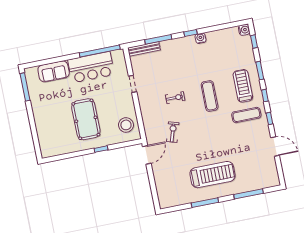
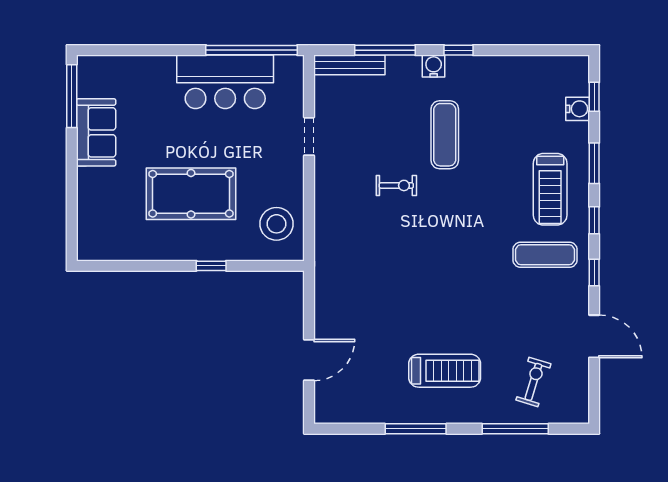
water cooler: (244, 30) -> (578, 109), moved
water cooler: (200, 38) -> (434, 66), moved
sofa: (54, 71) -> (96, 132), moved, turned -90
treadmill: (243, 86) -> (550, 189), turned 180
exercise mat: (210, 96) -> (445, 135), moved
pool table: (86, 119) -> (191, 194), turned 90
exercise bike: (173, 132) -> (533, 382), moved
door: (147, 155) -> (309, 360), moved
treadmill: (212, 175) -> (445, 371), width x0.73, depth x0.73

